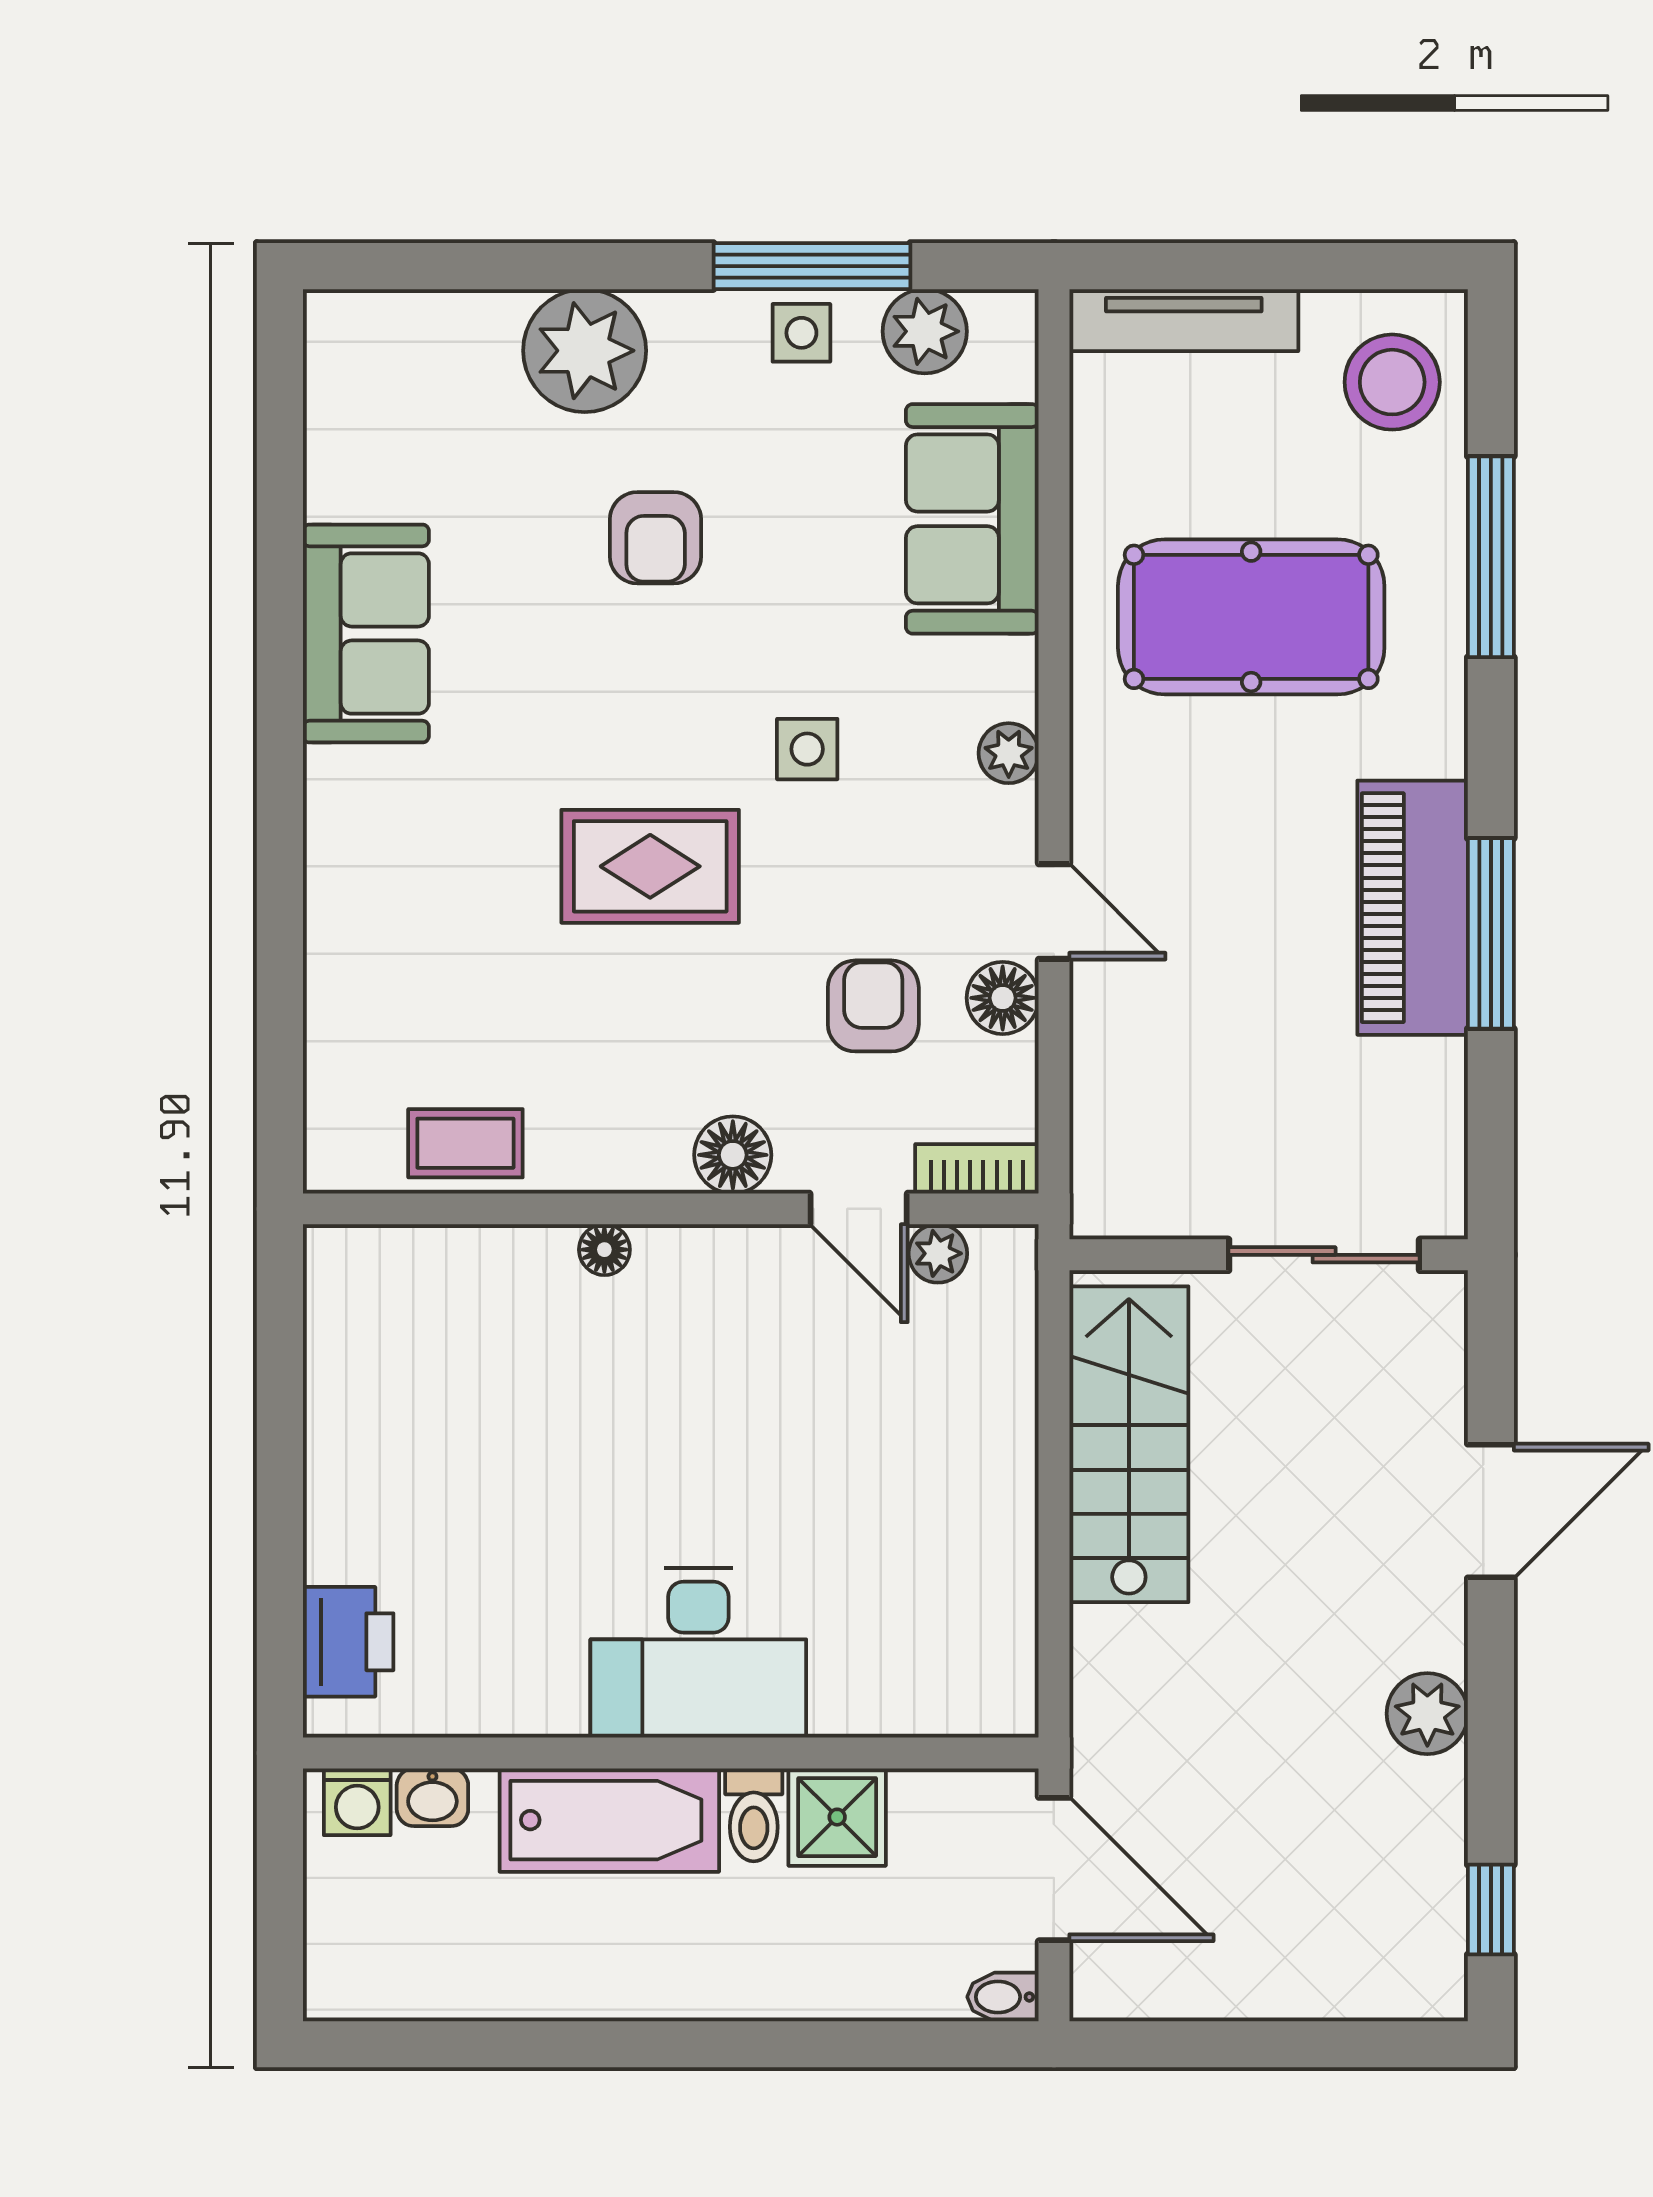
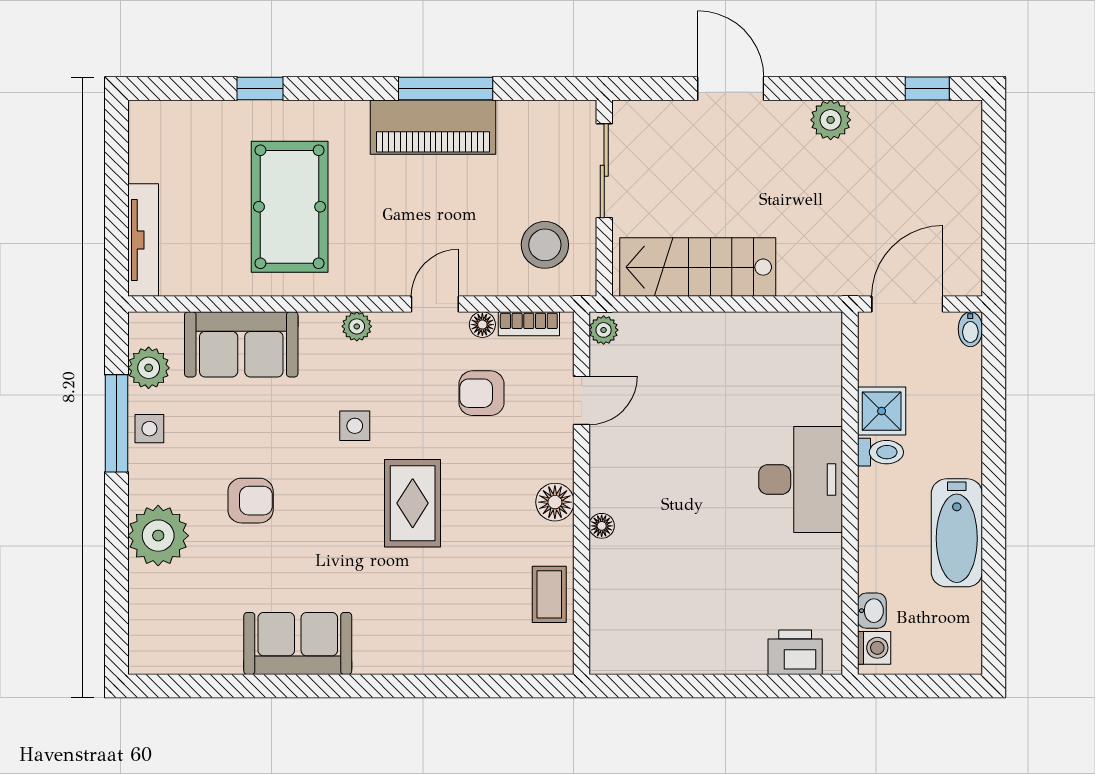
stool: (1392, 382) -> (545, 245), moved
window: (1491, 557) -> (260, 89), width x0.46
floor lamp: (1003, 998) -> (482, 325), width x0.73, depth x0.73
floor lamp: (733, 1155) -> (555, 502), moved
bookcase: (977, 1169) -> (529, 324), moved, turned -90
plant: (938, 1253) -> (604, 330), moved
bathtub: (609, 1820) -> (957, 533), moved, turned 180

